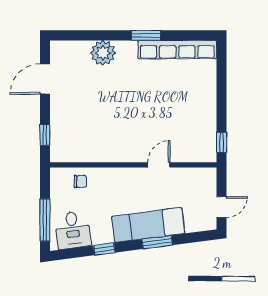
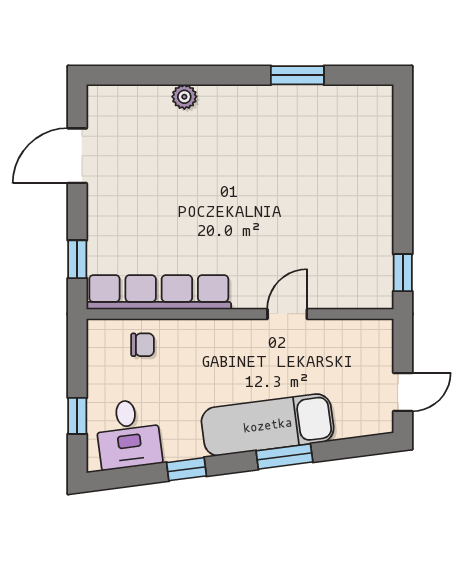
window: (146, 35) -> (297, 75), moved
row of seats: (177, 50) -> (159, 292), moved, turned 180
plant: (103, 53) -> (184, 97), width x0.53, depth x0.53
window: (45, 220) -> (77, 416), width x0.46

